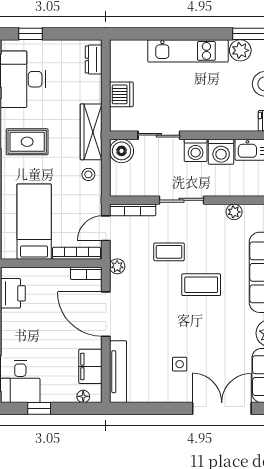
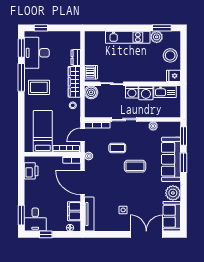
dresser: (94, 59) -> (76, 57), moved
dishwasher: (121, 94) -> (91, 72), moved

